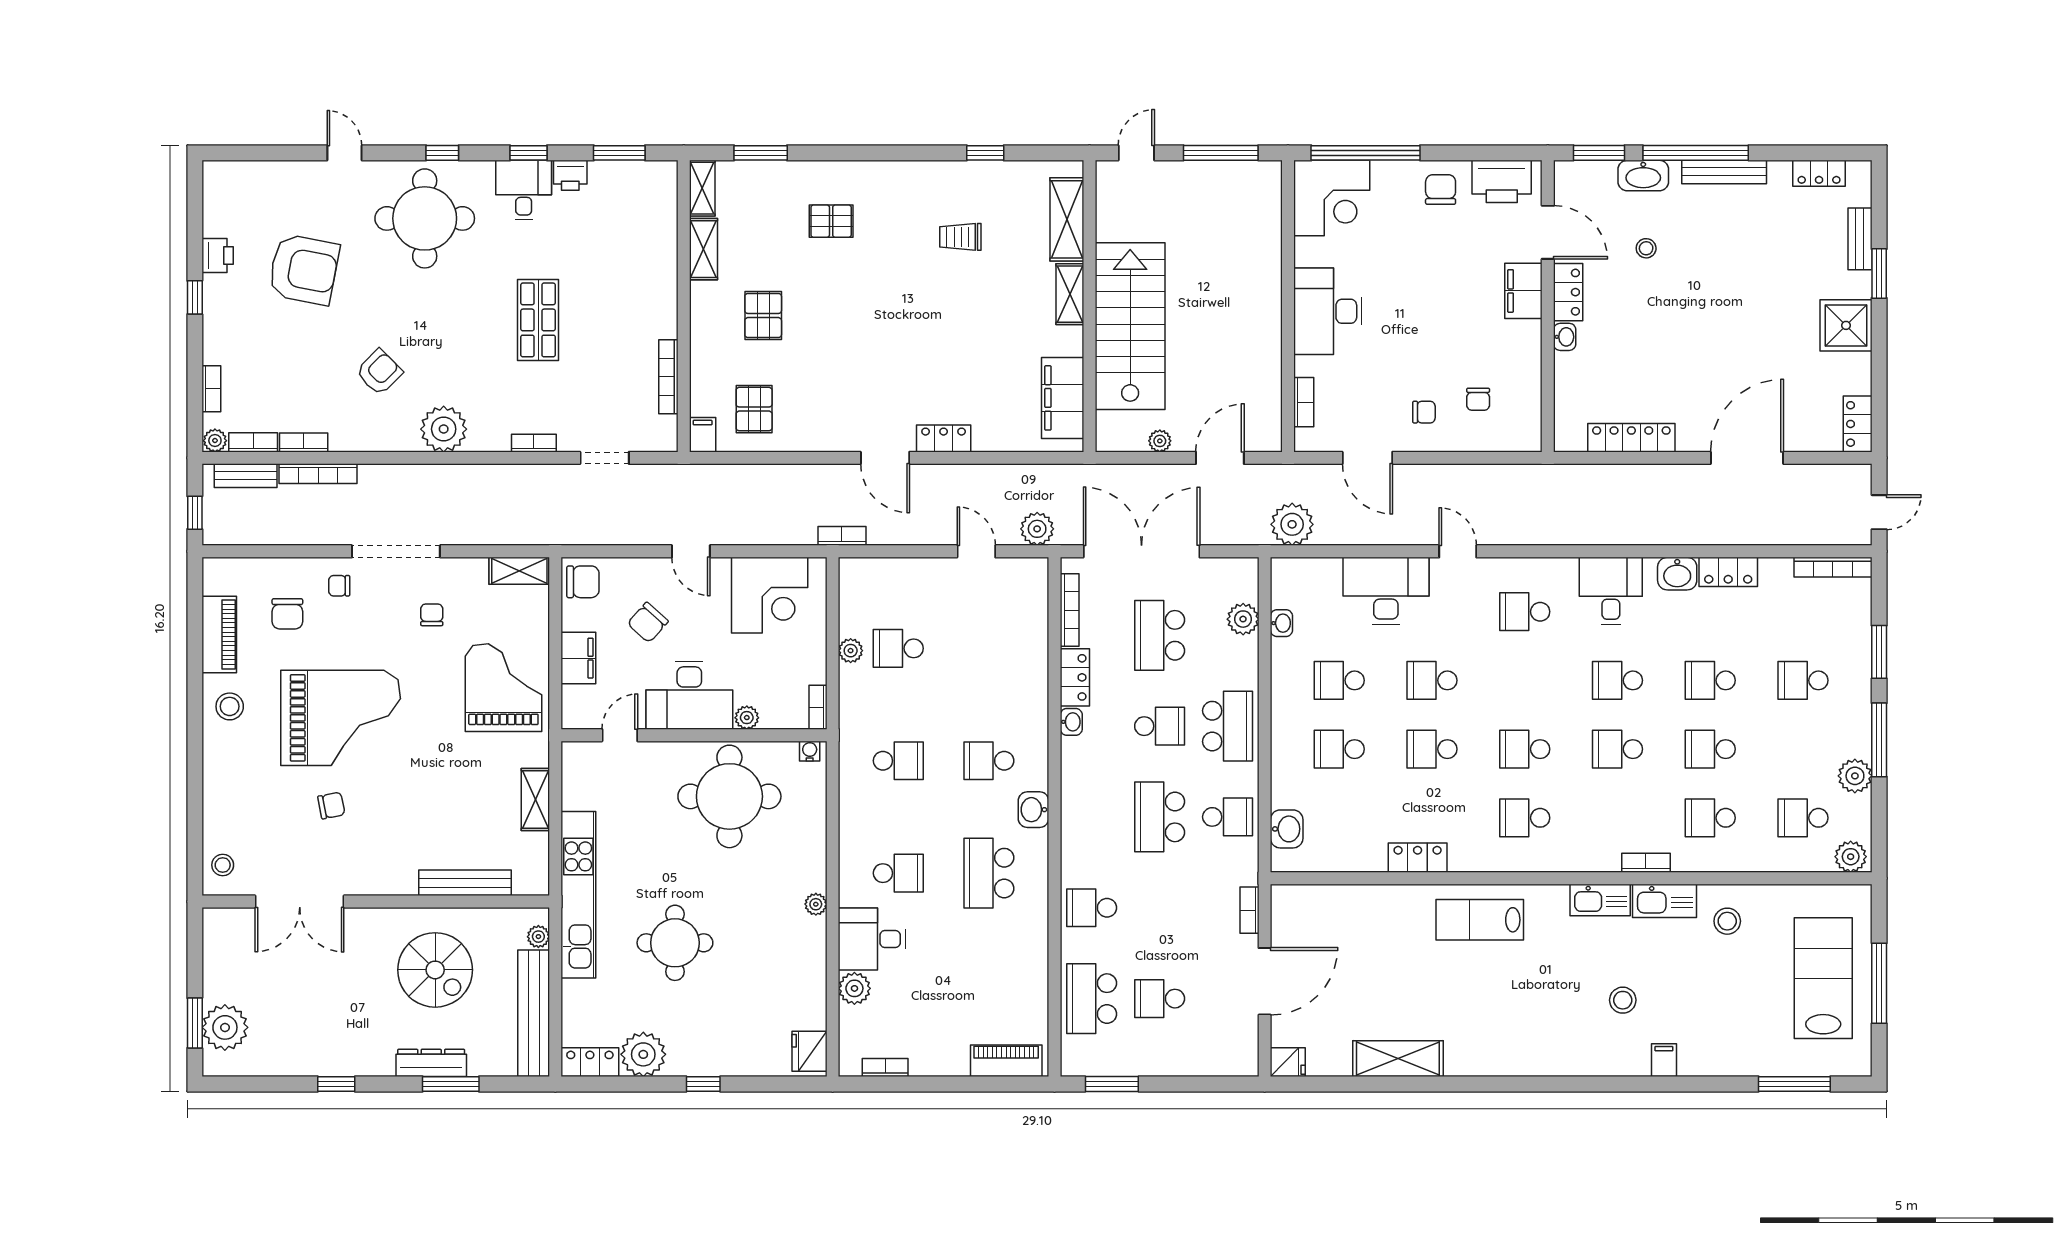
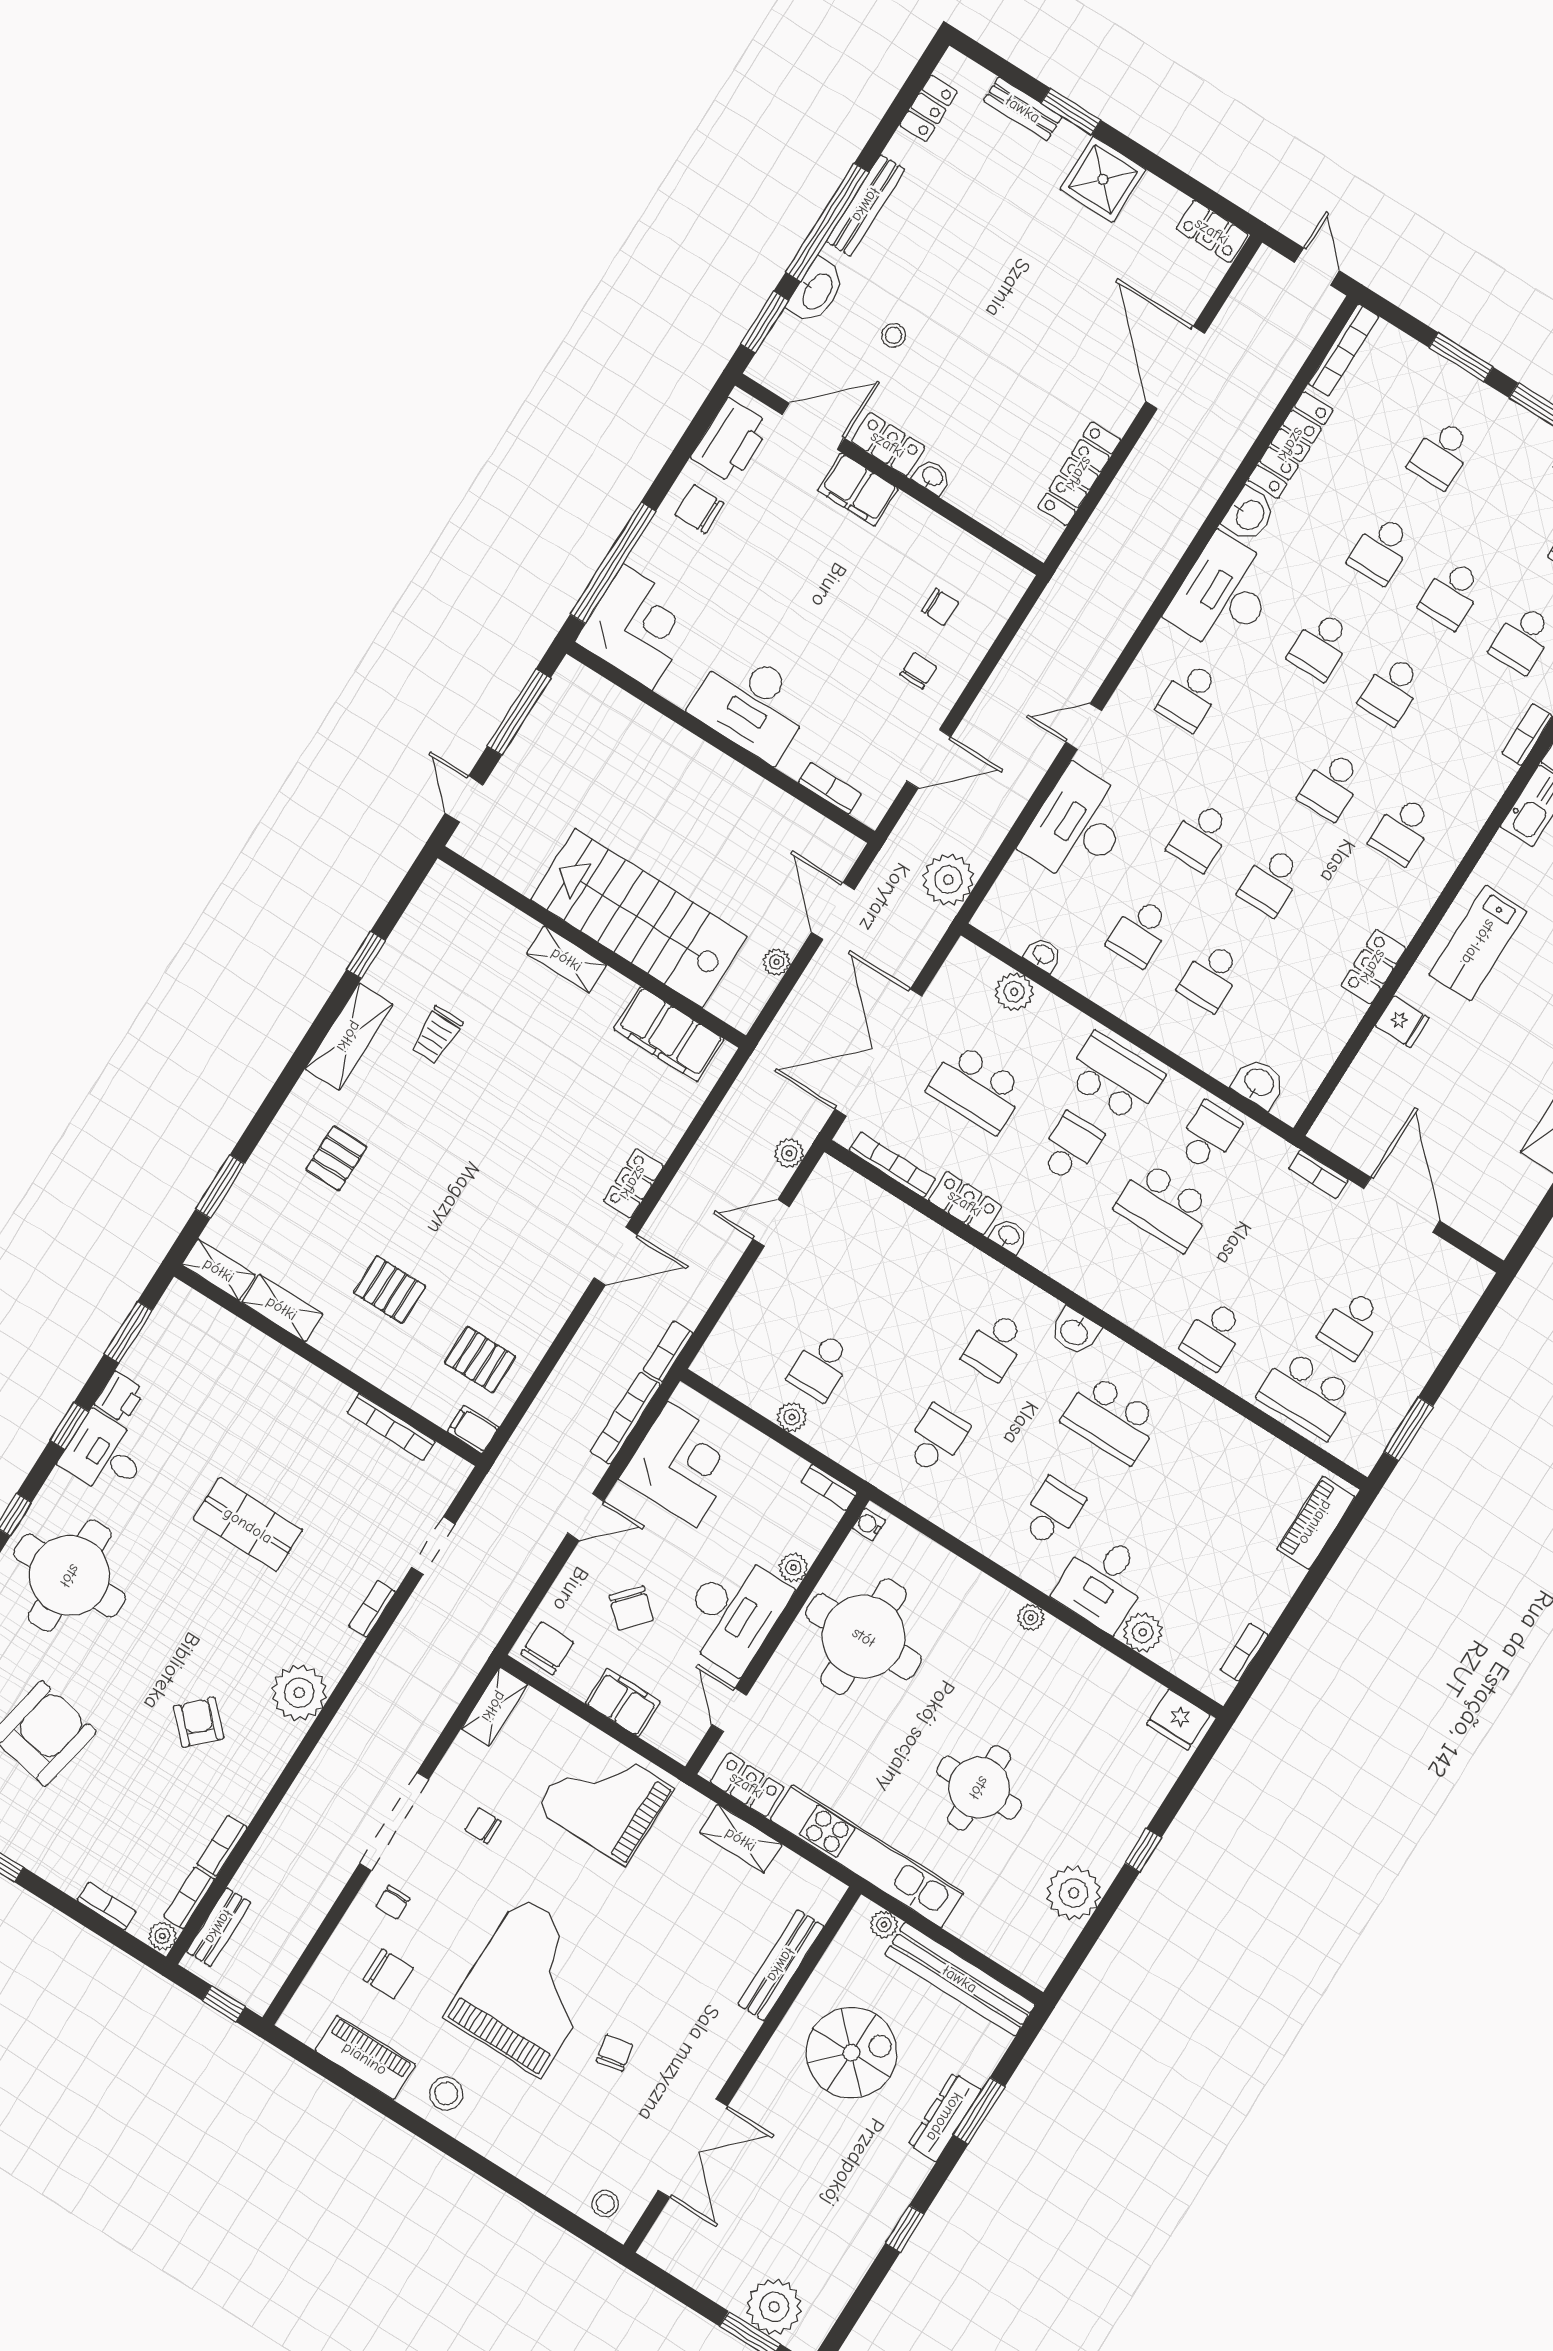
shelving: (1067, 219) -> (349, 1037), moved, turned 90
bookcase: (318, 474) -> (625, 1418), moved, turned 180
plant: (1037, 529) -> (789, 1153), width x0.73, depth x0.73
locker: (1728, 572) -> (1291, 445), width x1.53
desk: (1611, 591) -> (1224, 594), width x1.37
locker: (590, 1062) -> (747, 1785), moved, turned 90
fridge: (1288, 1062) -> (1402, 1022), moved, turned 90

